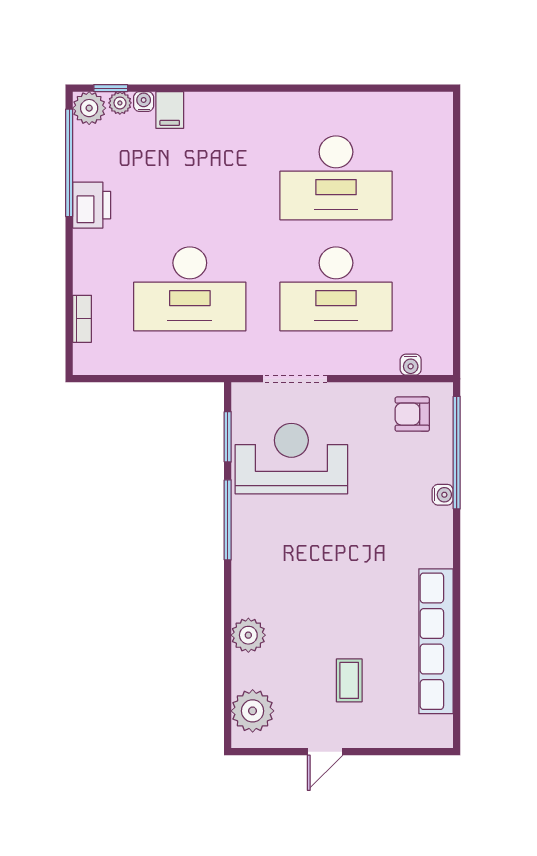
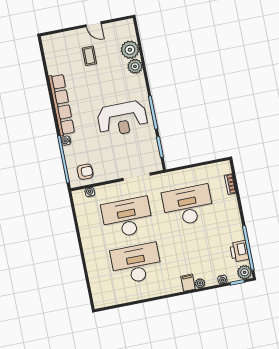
plant: (120, 103) -> (200, 283), moved
filing cabinet: (170, 110) -> (188, 283), moved
printer: (92, 205) -> (239, 251), moved
reception desk: (291, 459) -> (122, 119), moved
row of seats: (436, 641) -> (62, 105), moved
plant: (253, 711) -> (130, 50), moved
door: (325, 752) -> (94, 24), swing flipped

